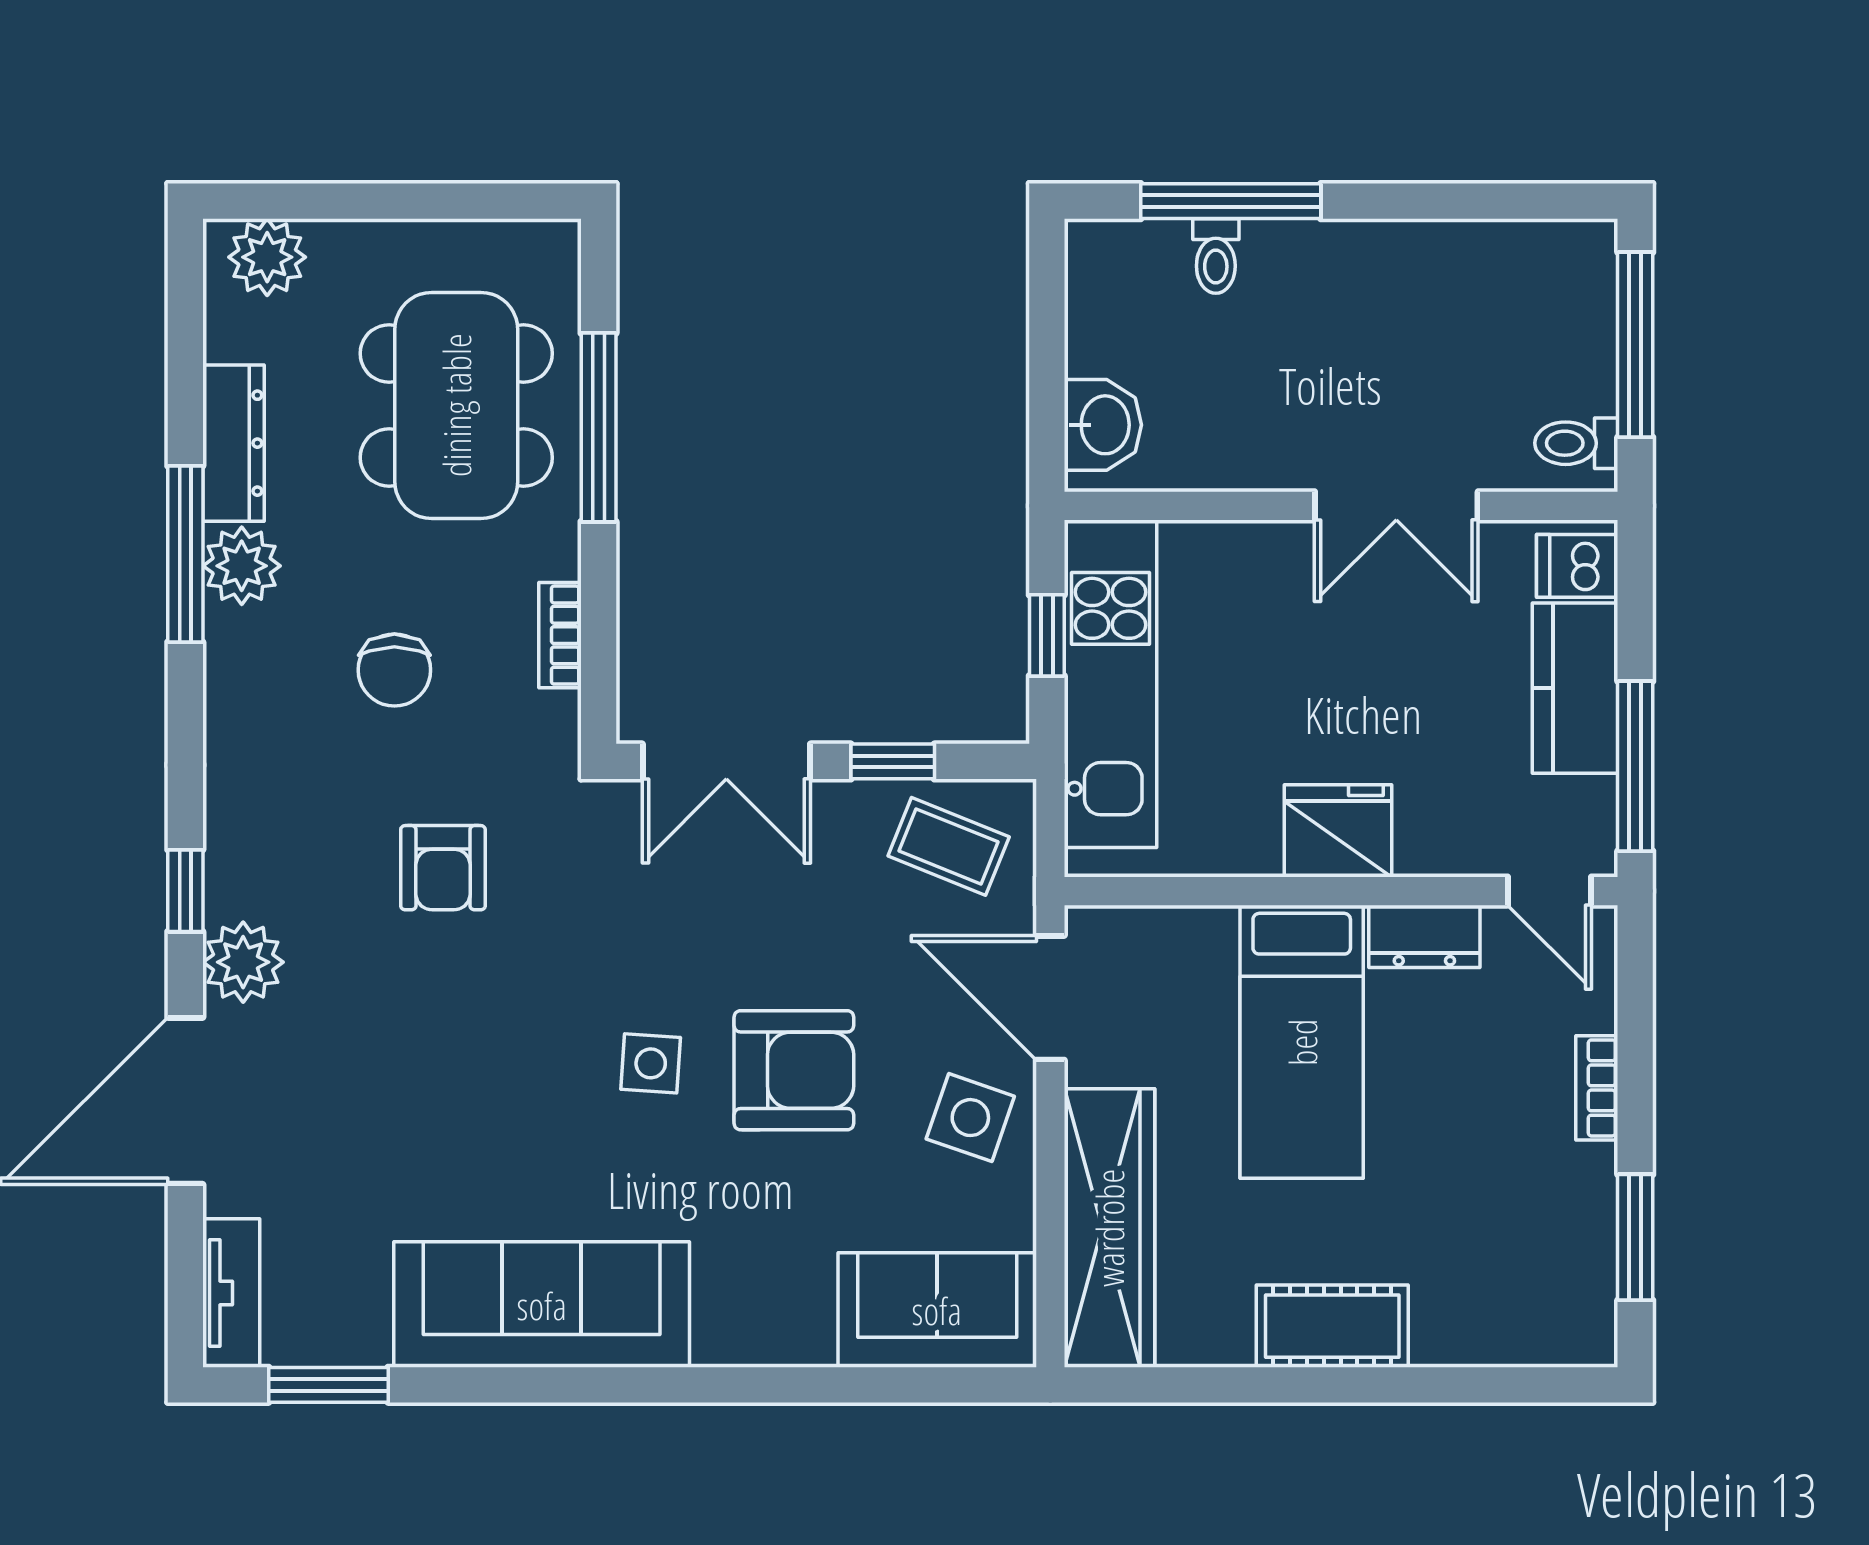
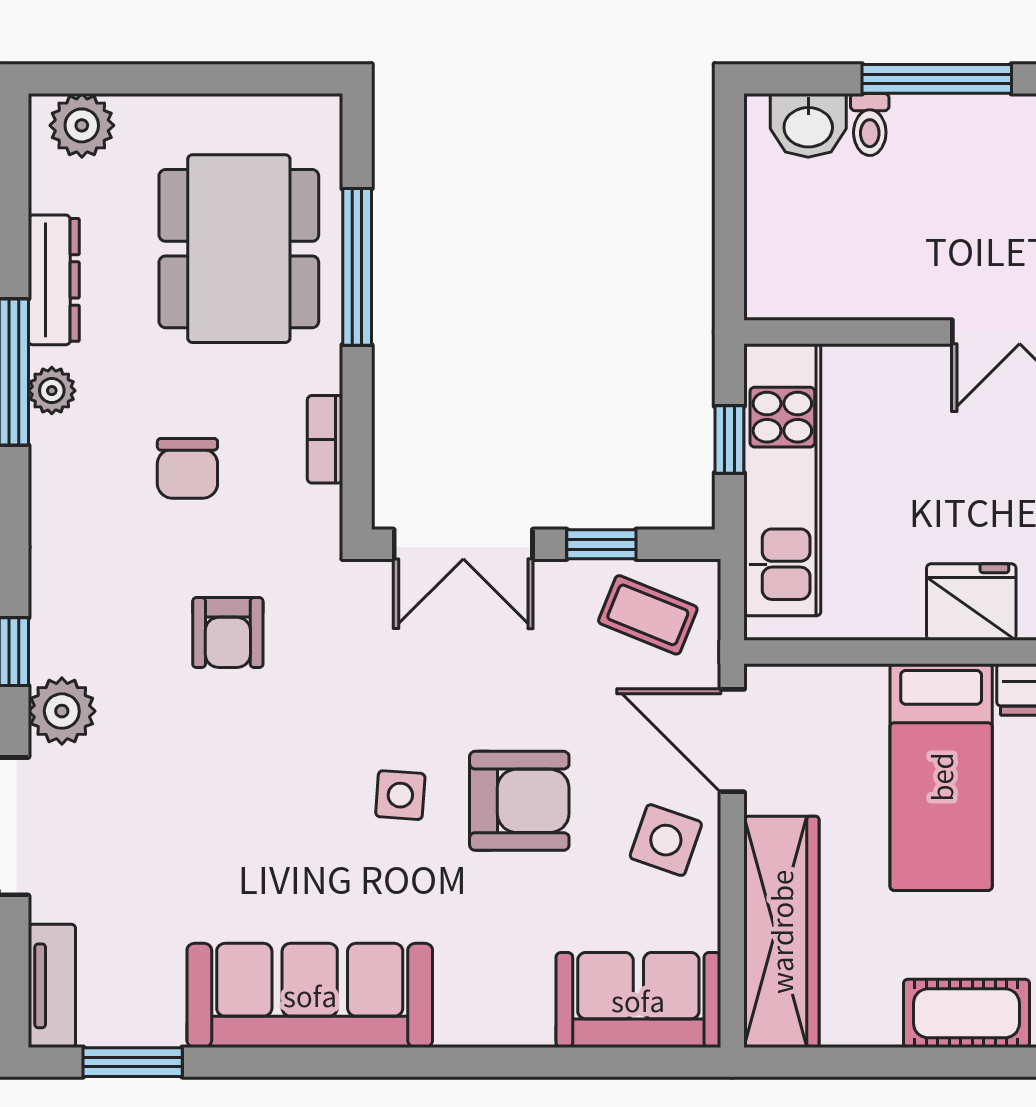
window: (1231, 201) -> (937, 79), moved
washbasin: (1103, 425) -> (808, 125), moved, turned 90
plant: (242, 566) -> (52, 391), width x0.73, depth x0.73

